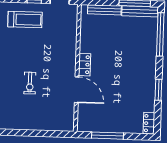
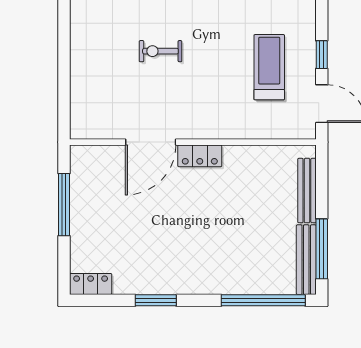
treadmill: (25, 20) -> (269, 67), moved, turned 180

